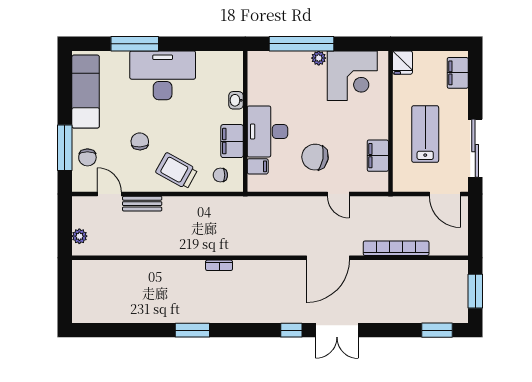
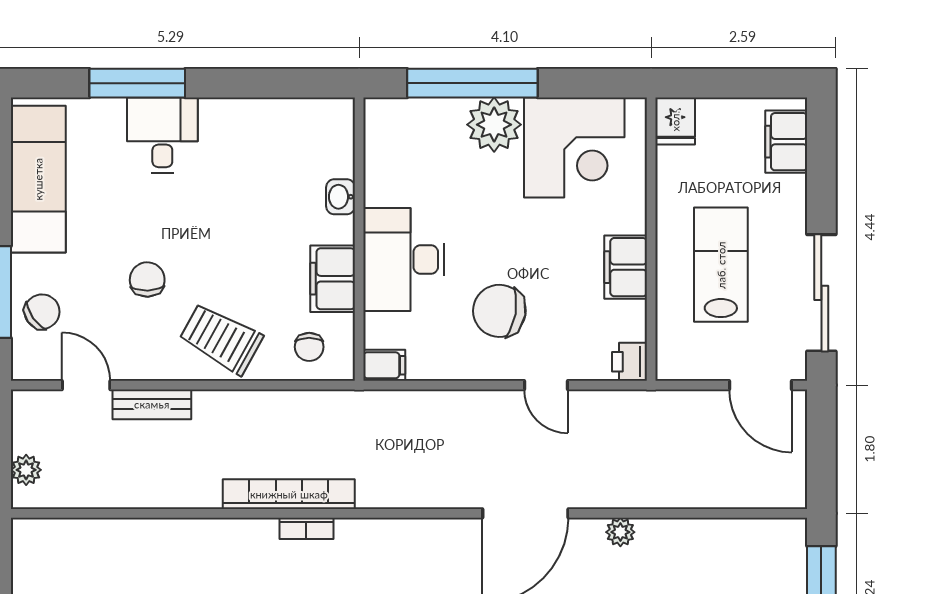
plant: (319, 58) -> (494, 125), width x1.88, depth x1.88
desk: (163, 75) -> (162, 135), width x0.53, depth x0.77
filing cabinet: (378, 156) -> (626, 267), moved
chair: (87, 157) -> (42, 312), turned -125
filing cabinet: (258, 166) -> (384, 365), moved
chair: (220, 175) -> (309, 347), turned -90
printer: (380, 182) -> (629, 362), added
bookcase: (396, 248) -> (289, 494), moved
plant: (375, 267) -> (620, 532), added

